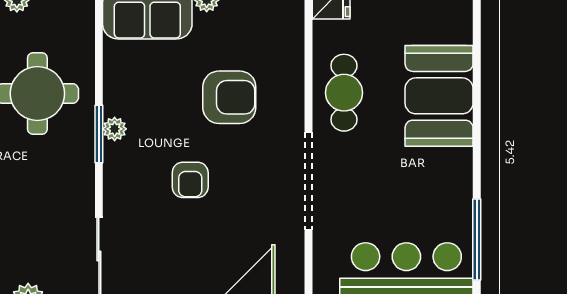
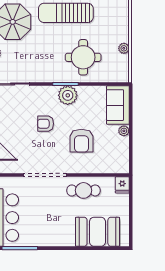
booth: (439, 96) -> (97, 232), moved
plant: (115, 129) -> (68, 95), width x1.88, depth x1.88

